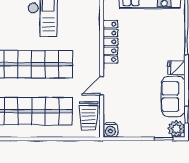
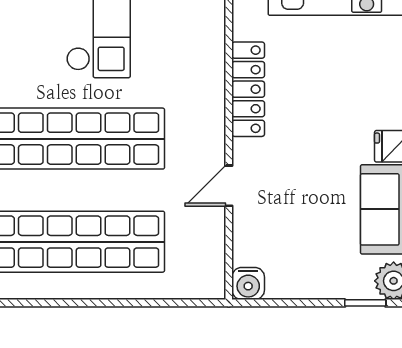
trolley: (89, 116) -> (200, 252), removed

